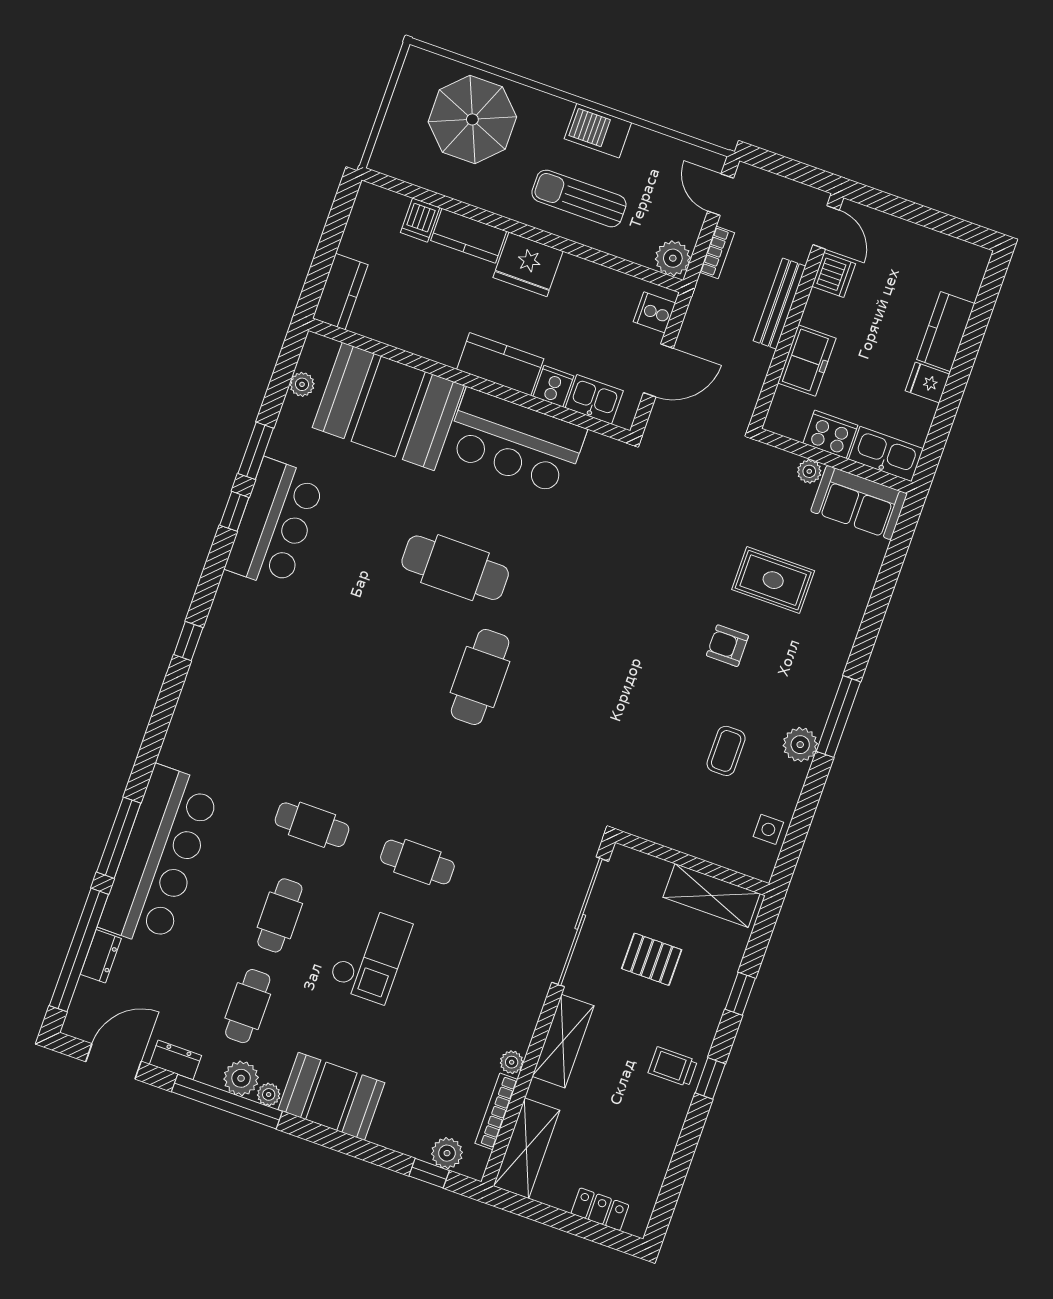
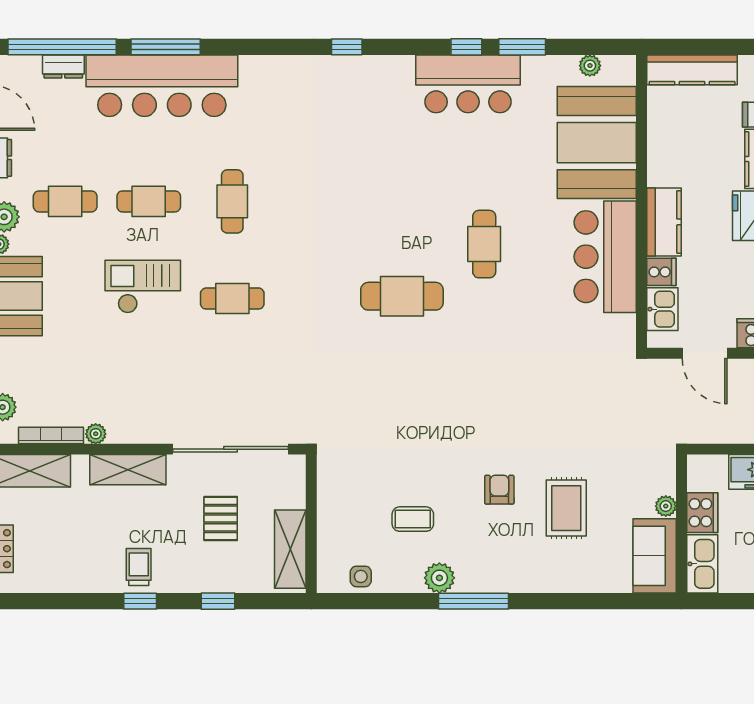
kitchen counter: (340, 292) -> (692, 70), width x1.50
cafe table: (455, 568) -> (484, 244), width x0.73, depth x0.74
cafe table: (417, 862) -> (232, 299), turned 90
checkout: (370, 955) -> (143, 287), turned 180

